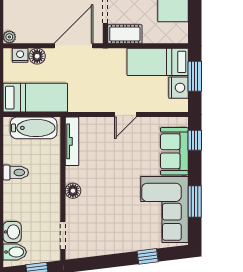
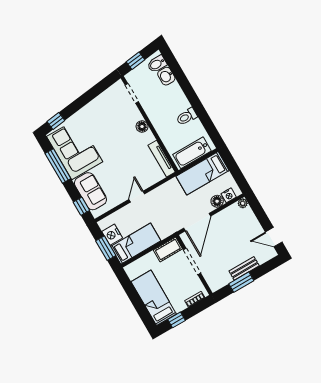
window: (195, 201) -> (58, 166), width x1.44
window: (148, 256) -> (56, 121), moved

